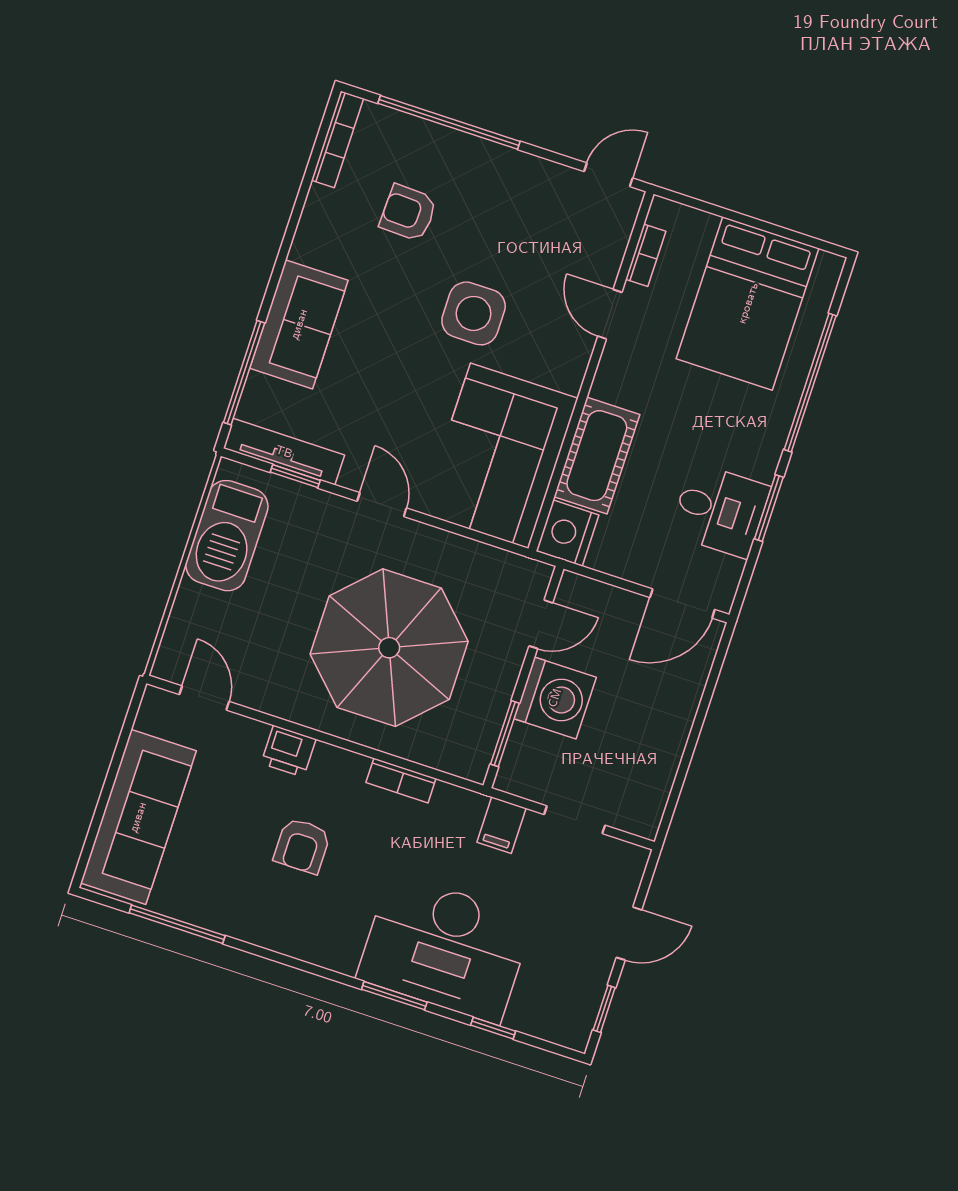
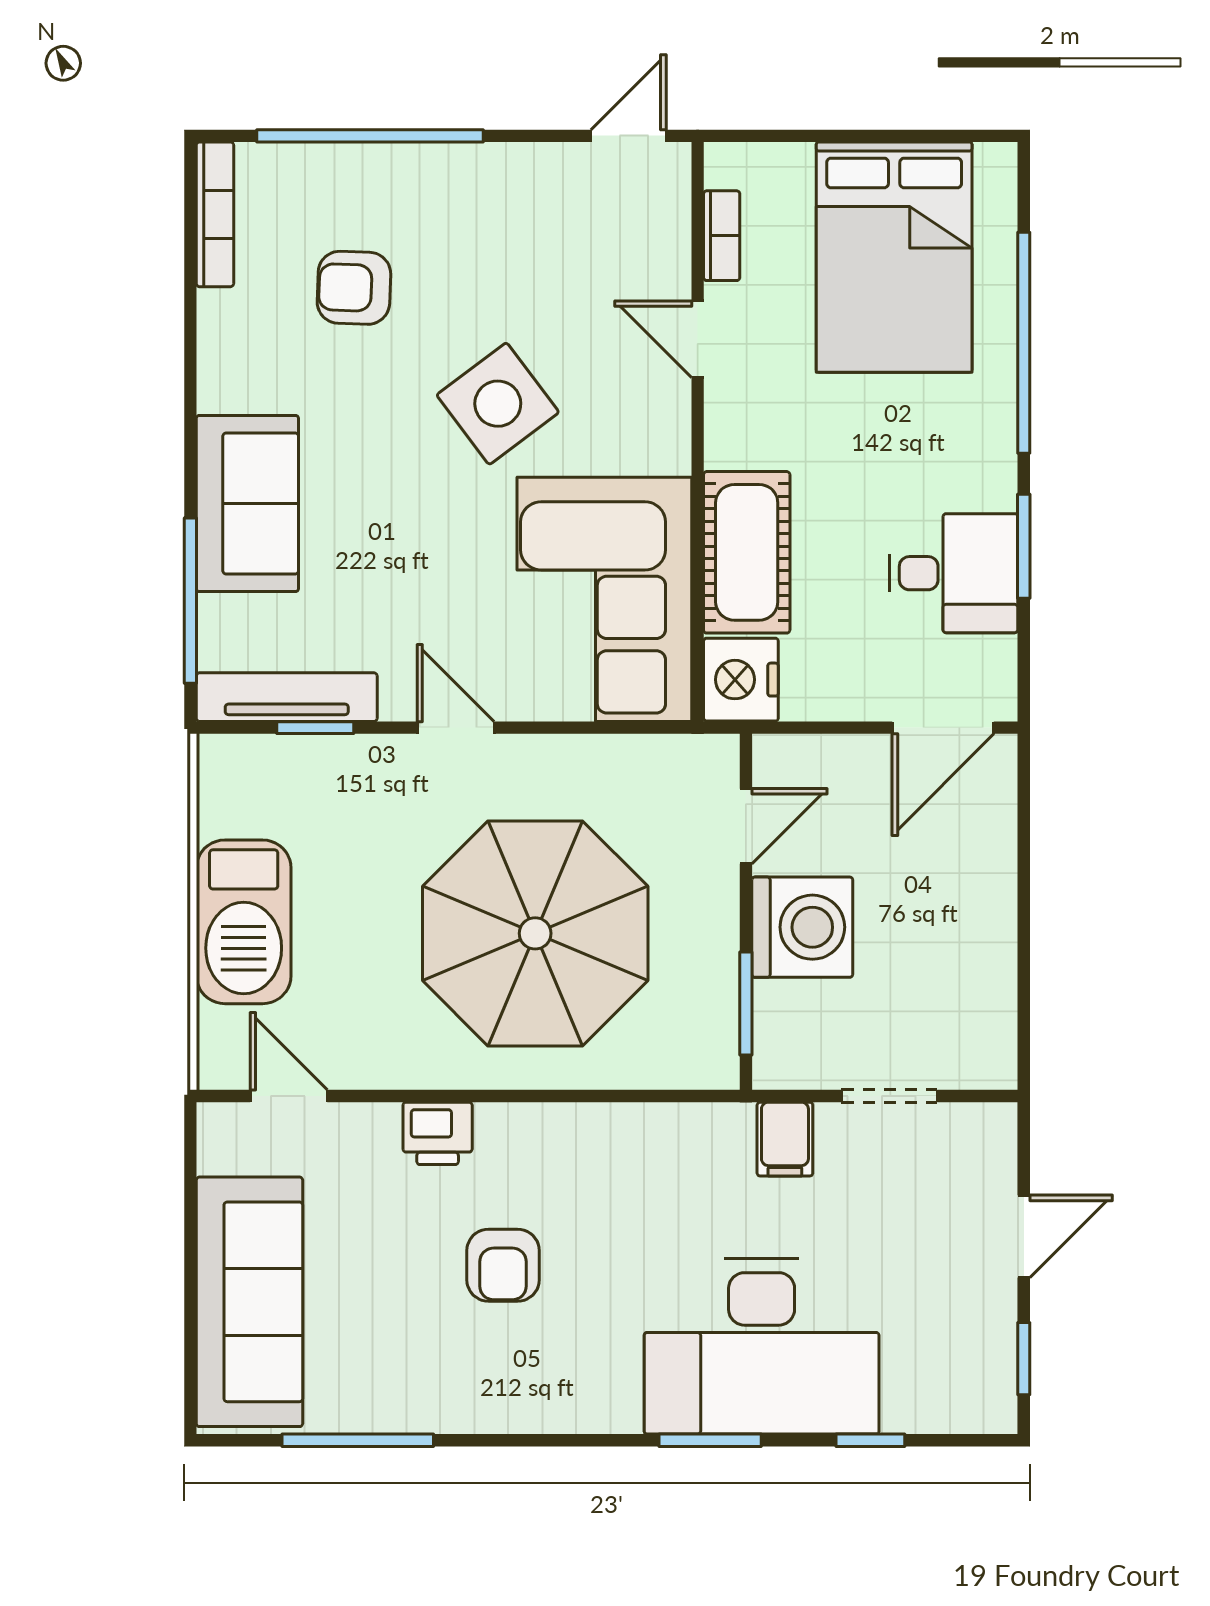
side table: (474, 313) -> (498, 404), turned -37
barbecue: (227, 536) -> (244, 922), moved
bookcase: (401, 780) -> (616, 1122), removed

